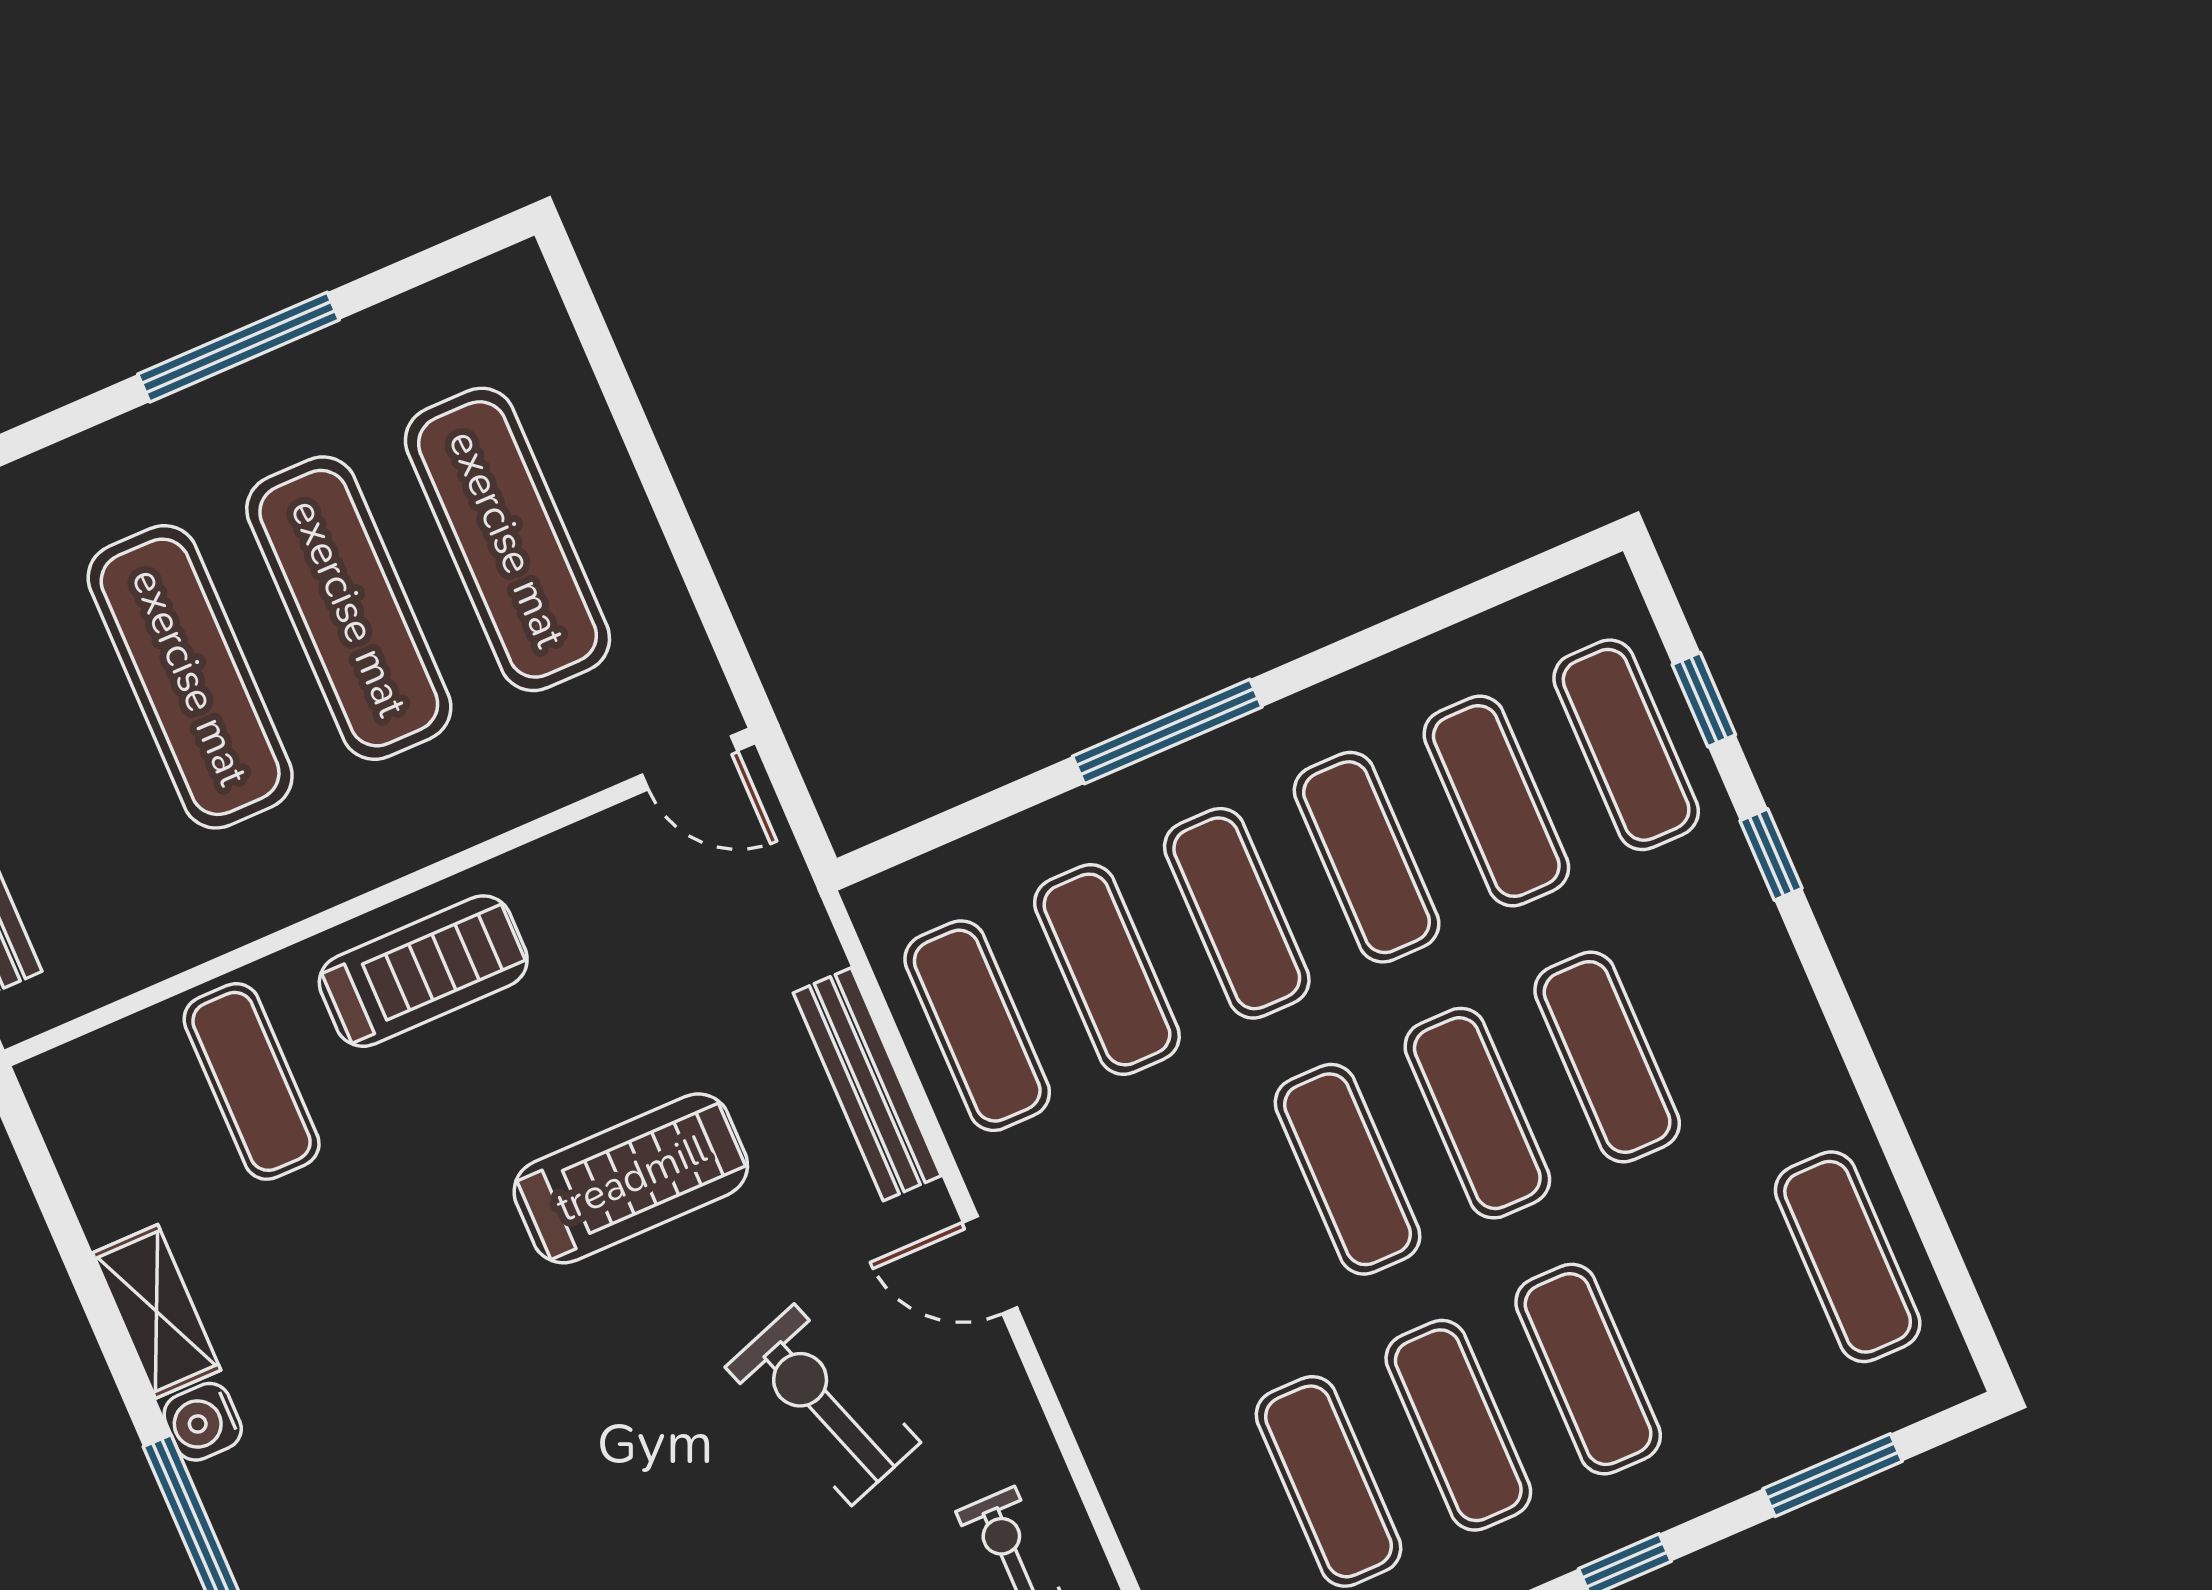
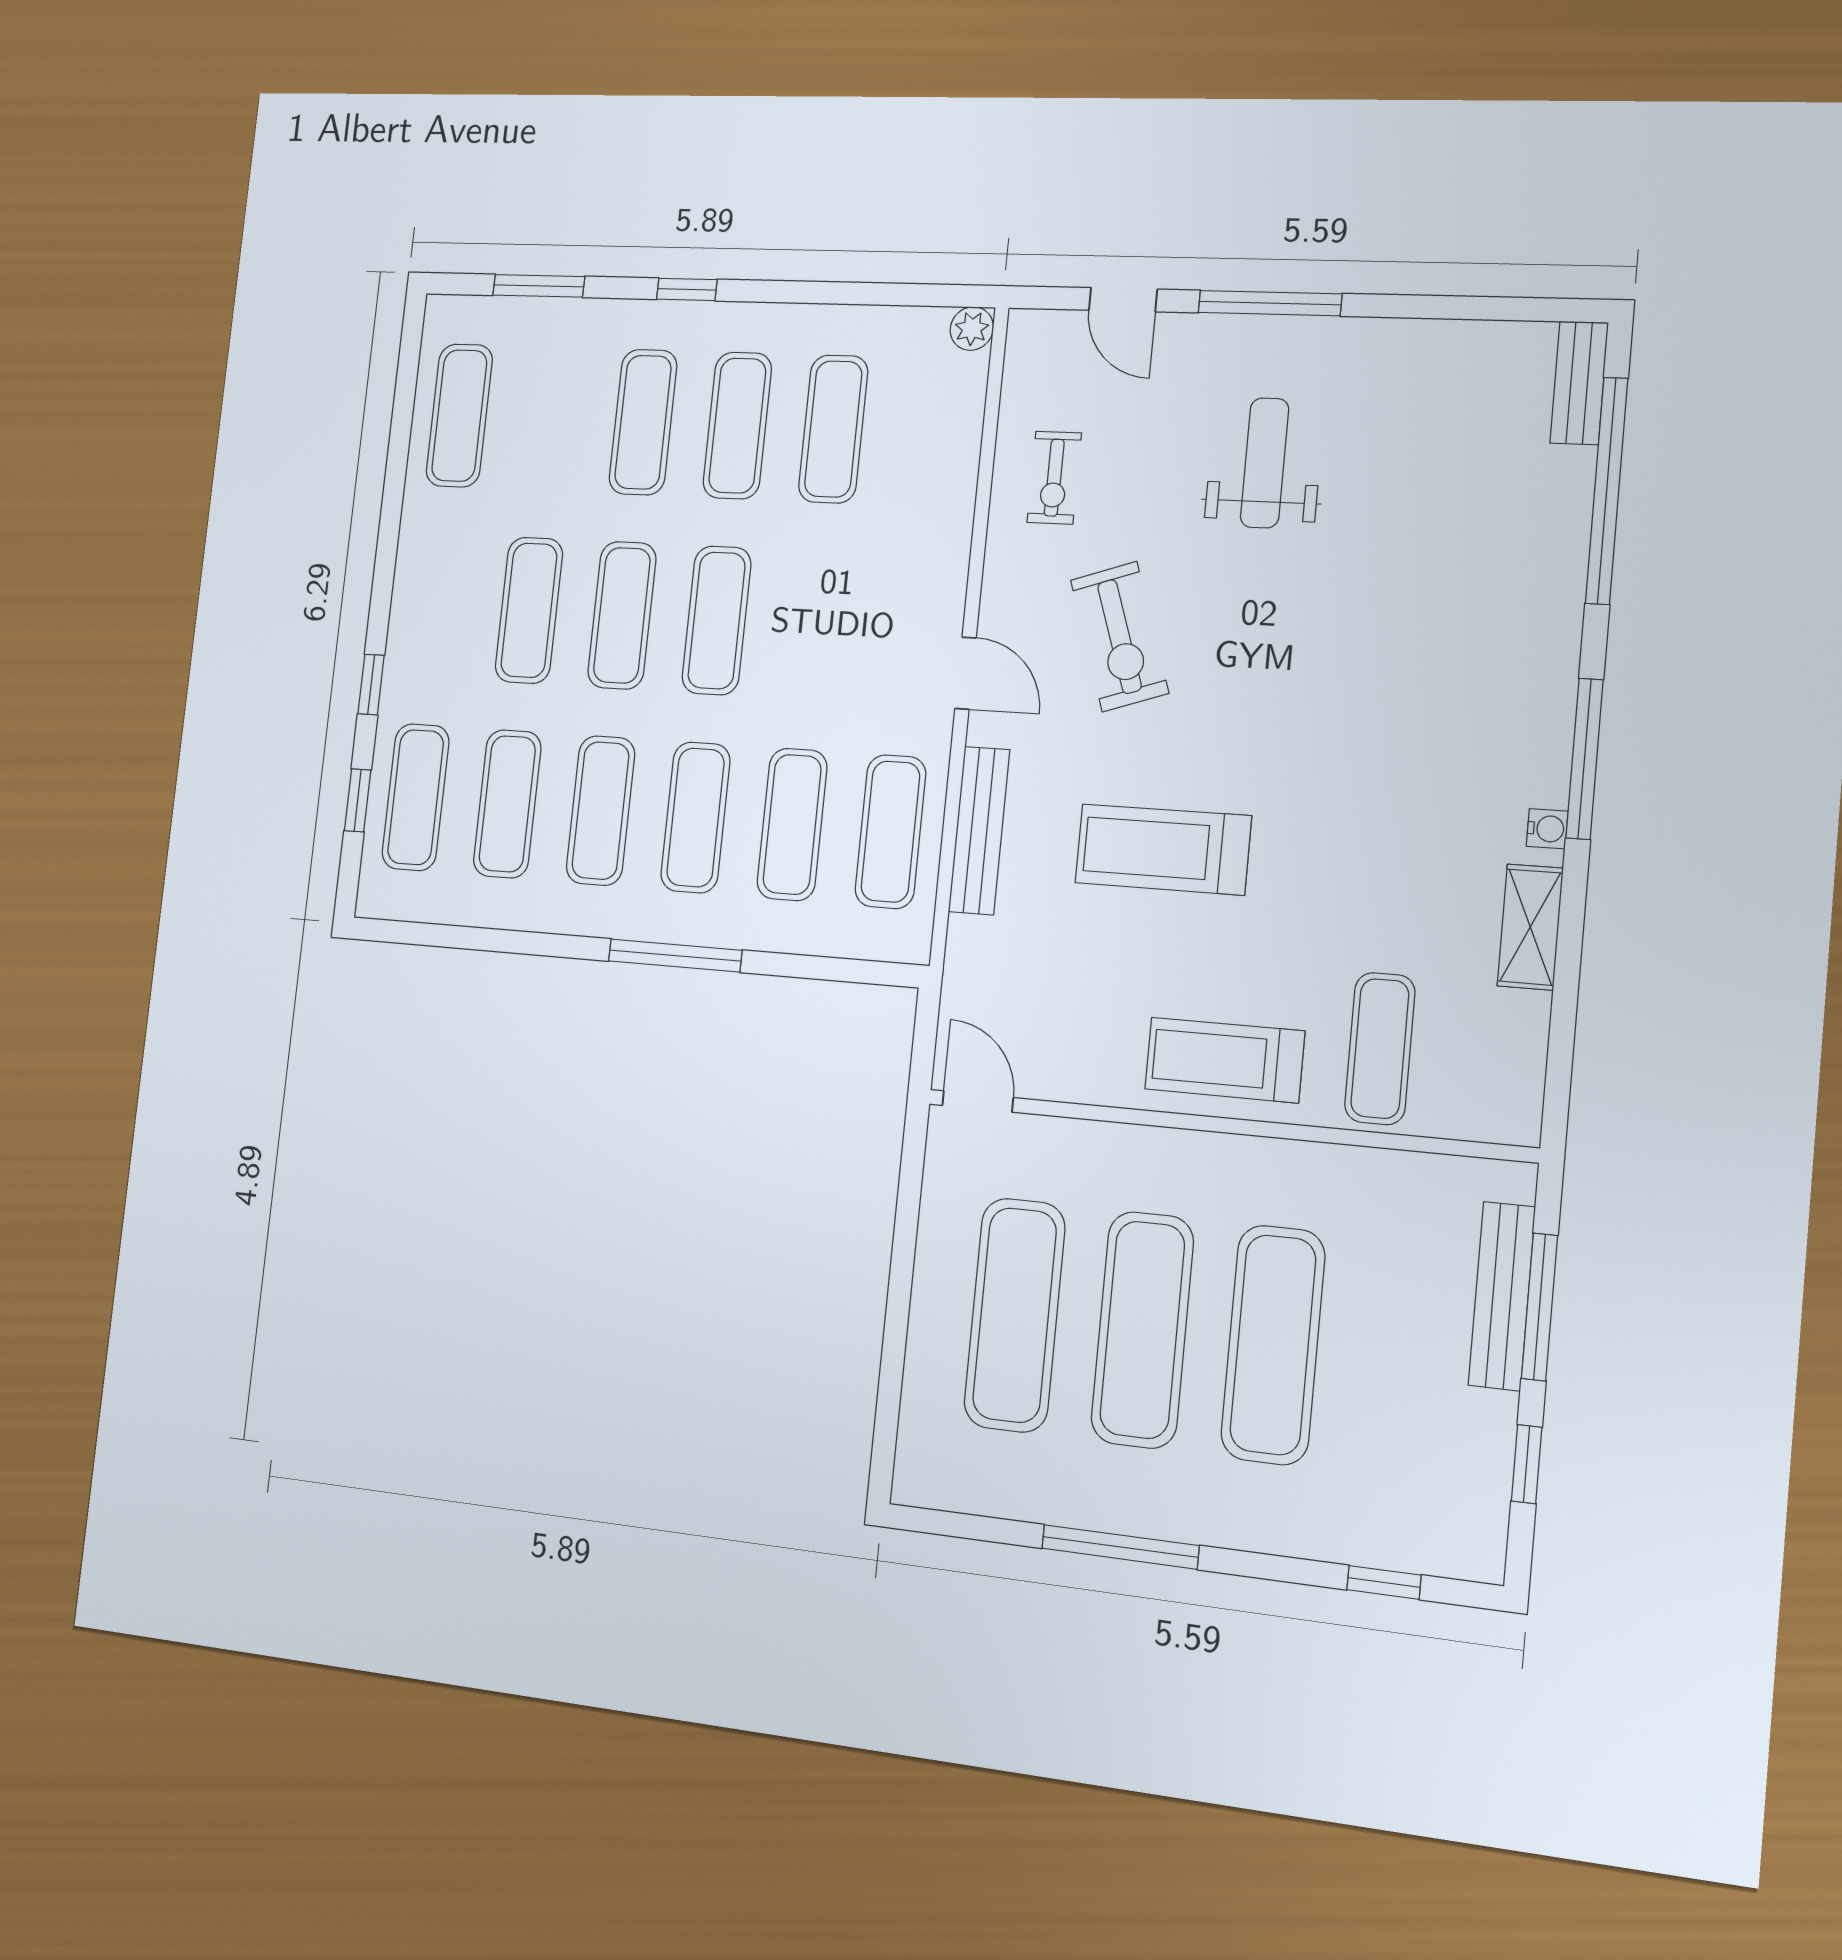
water cooler: (203, 1422) -> (1547, 829), width x0.72, depth x0.72

